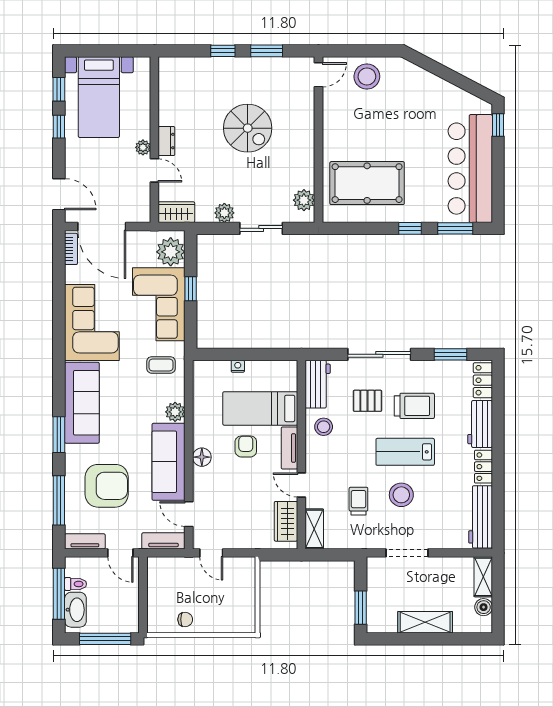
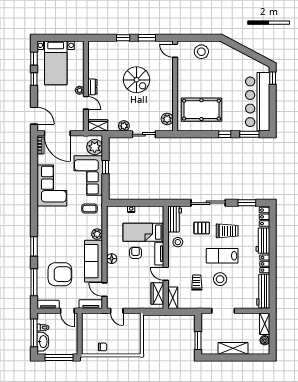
door: (319, 75) -> (175, 51), swing flipped
sofa: (82, 403) -> (46, 229), removed

